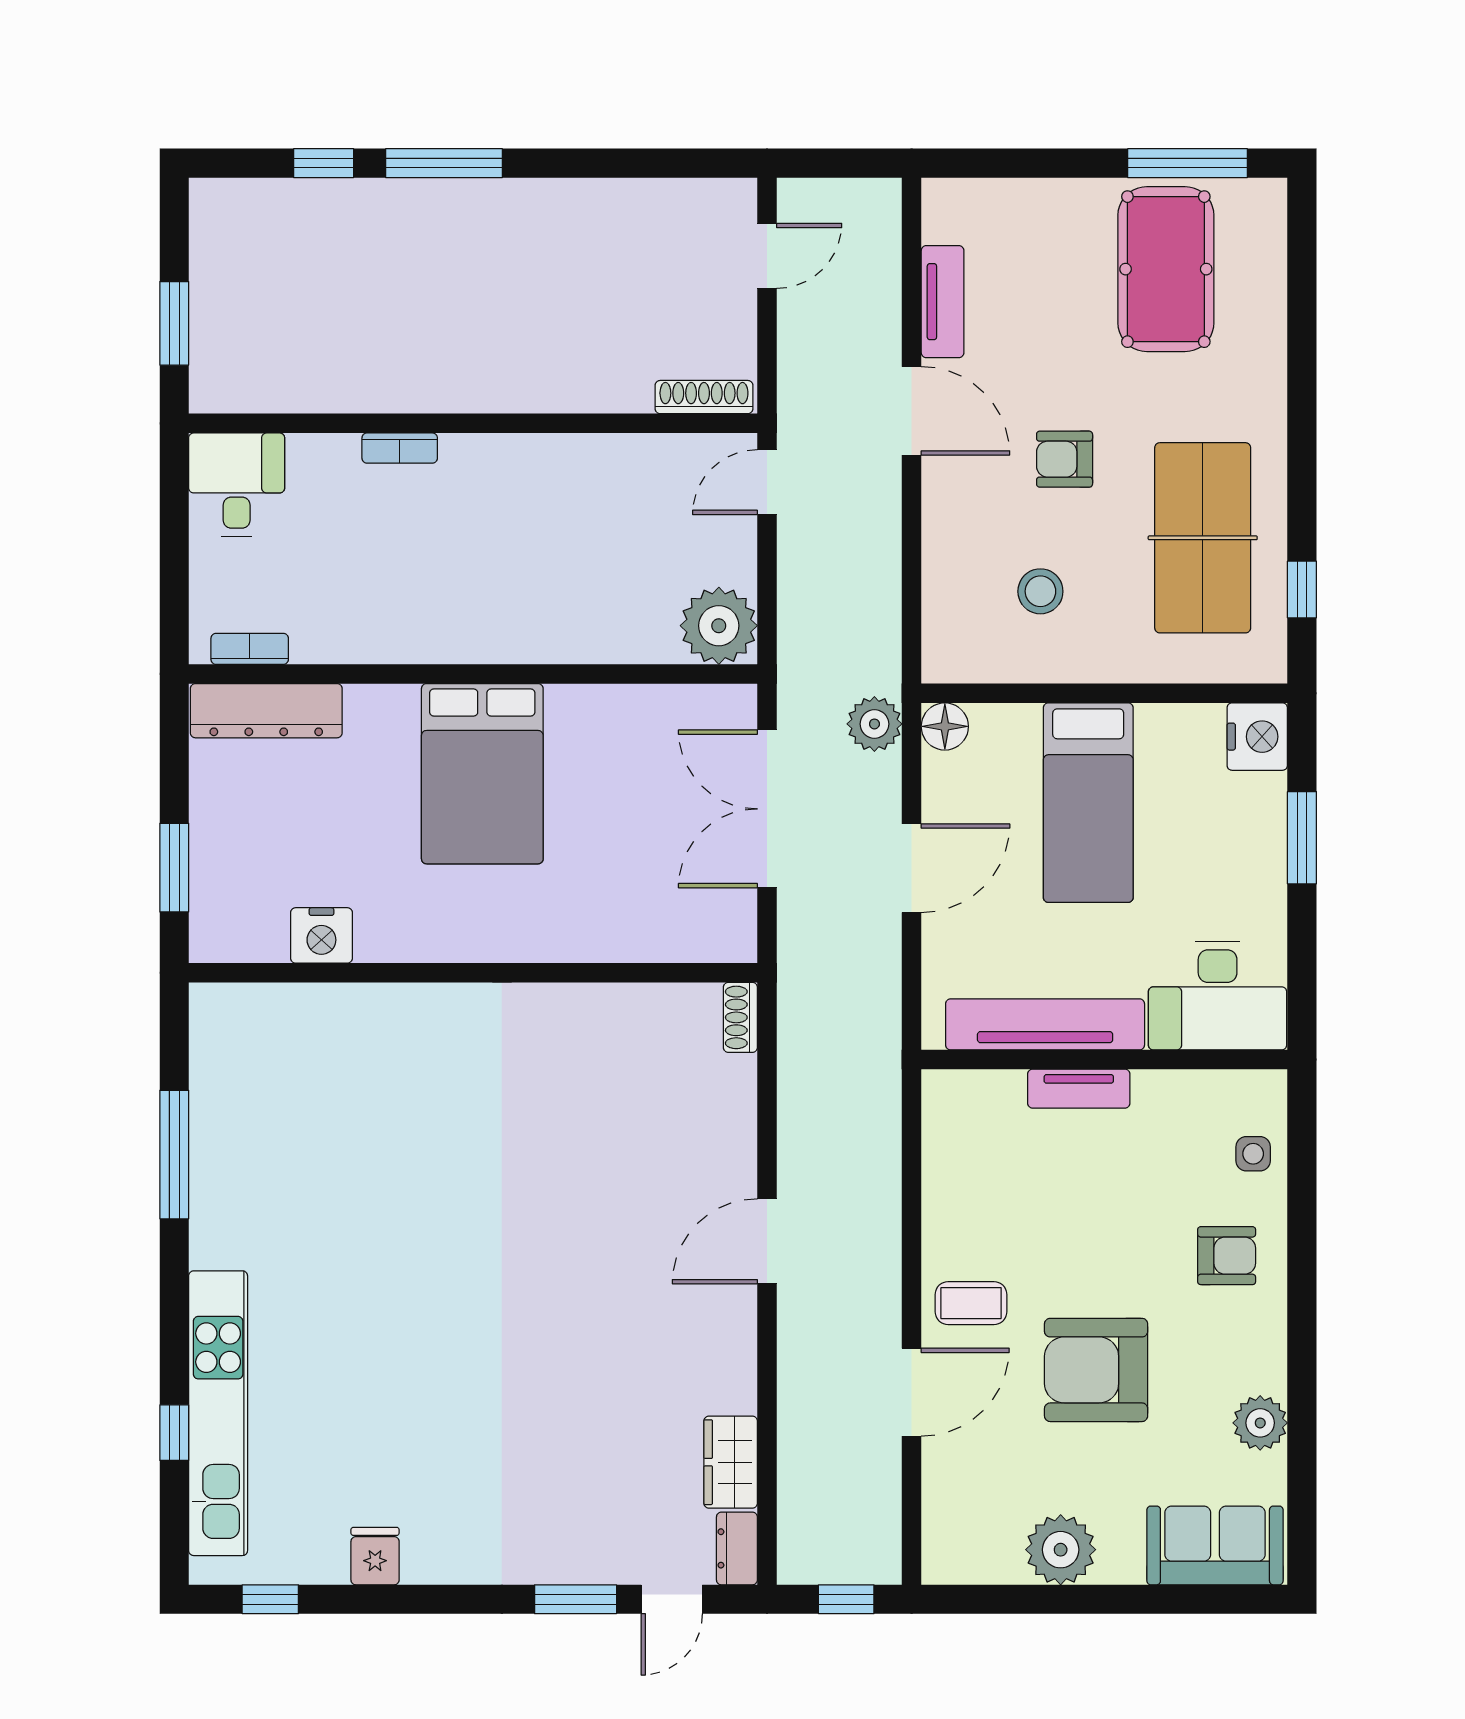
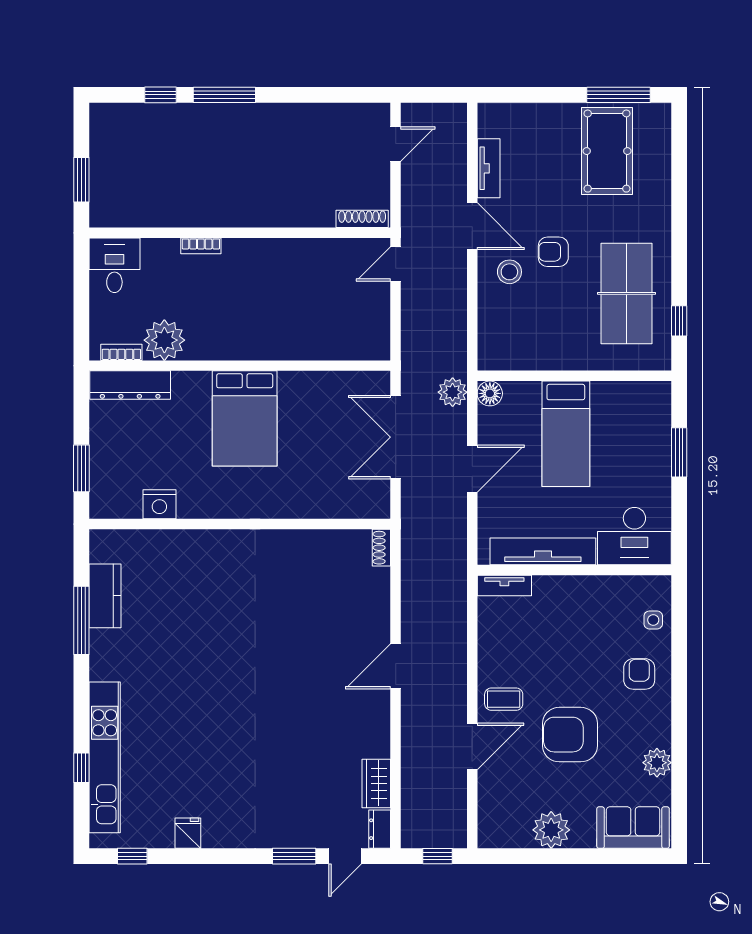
stool: (1040, 591) -> (509, 272), moved
plant: (719, 626) -> (164, 340), moved
nightstand: (1257, 737) -> (655, 399), removed
tv unit: (1079, 1089) -> (504, 585), moved
kitchen counter: (219, 1108) -> (105, 596), added
armchair: (1227, 1256) -> (639, 674), turned -90

